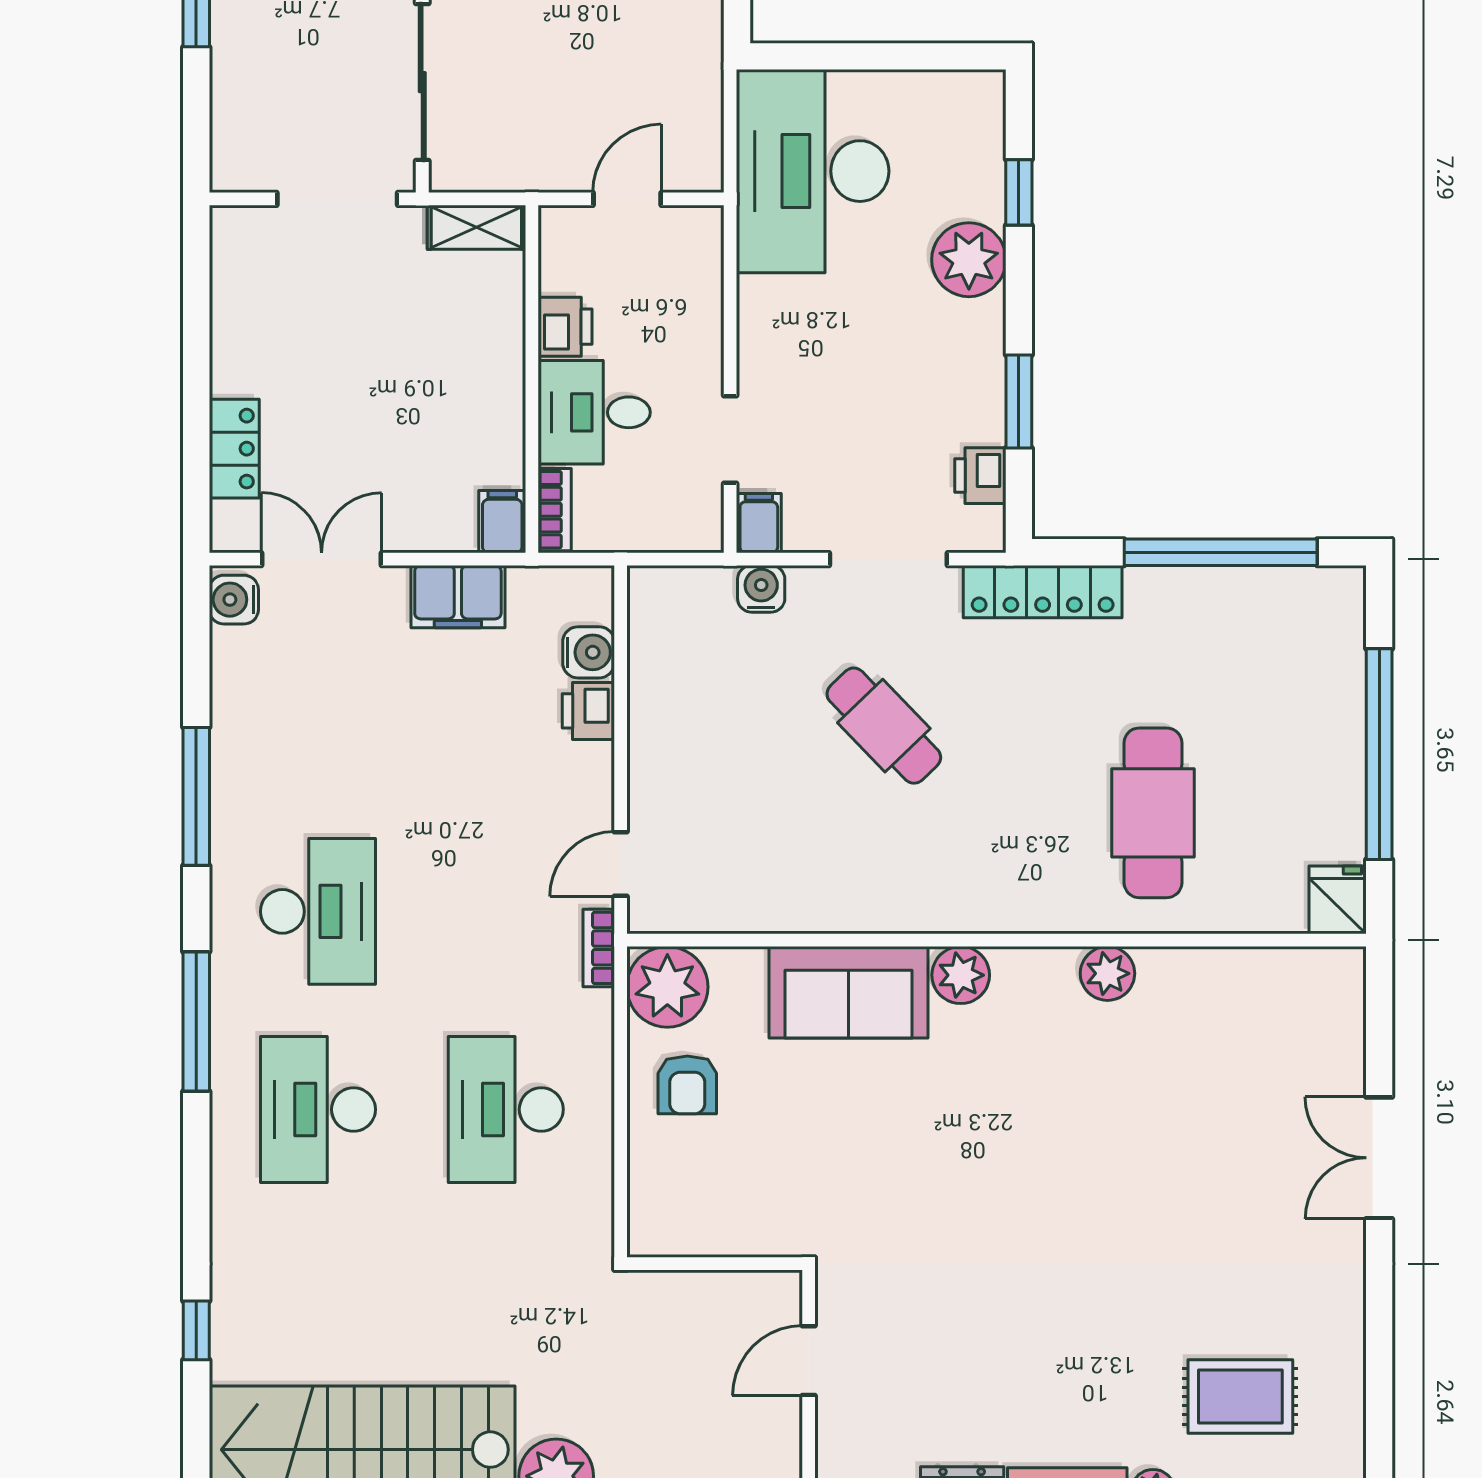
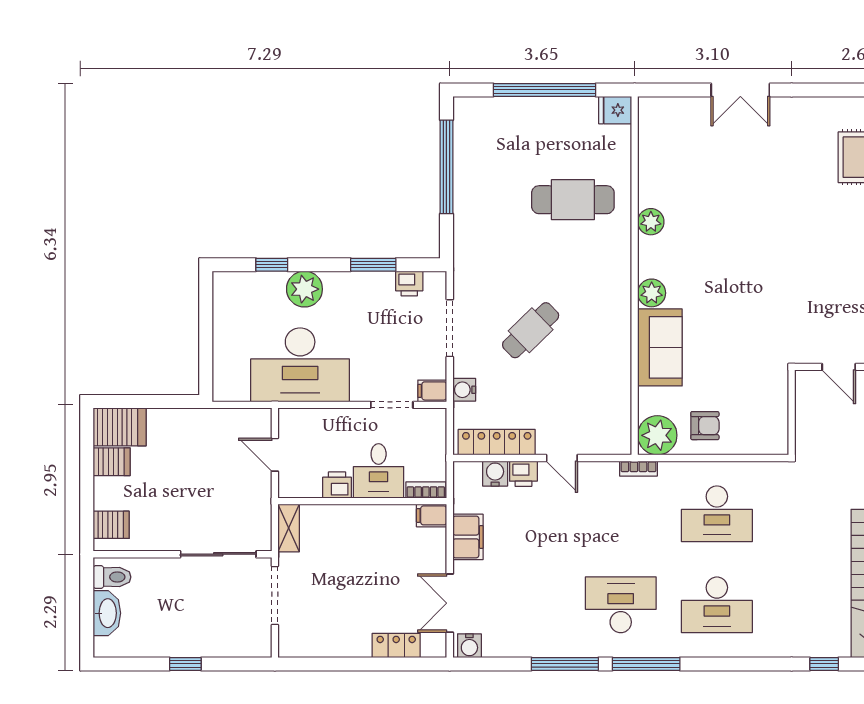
desk: (813, 171) -> (300, 365), moved
locker: (1043, 592) -> (497, 442), moved, turned -90
door: (621, 864) -> (562, 458), moved
window: (196, 1021) -> (646, 664), moved

